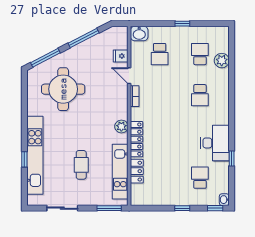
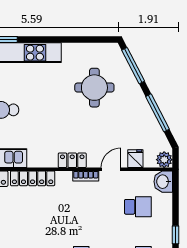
school desk: (160, 54) -> (138, 207), turned 180
round table: (63, 89) -> (94, 88), width x0.73, depth x0.73
locker: (122, 107) -> (72, 160), added
plant: (121, 126) -> (164, 160), moved

